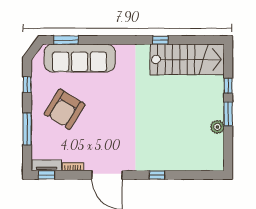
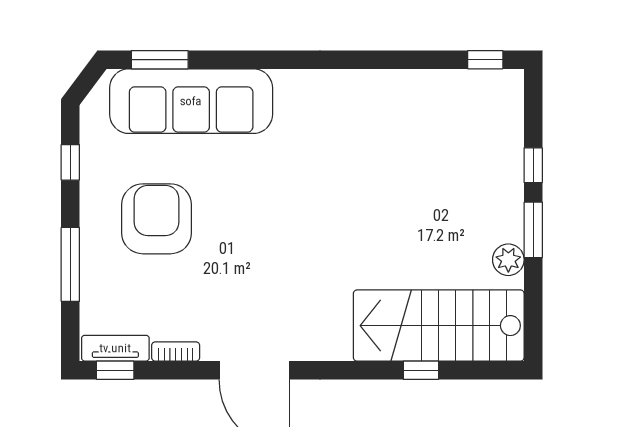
window: (160, 40) -> (485, 60), moved
stairs: (187, 59) -> (439, 326), moved, turned 180
armchair: (65, 109) -> (157, 219), turned 148
window: (157, 175) -> (421, 370), moved

